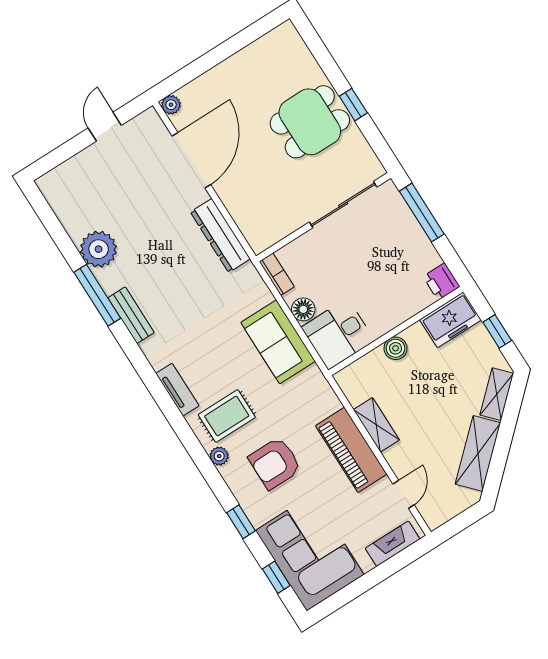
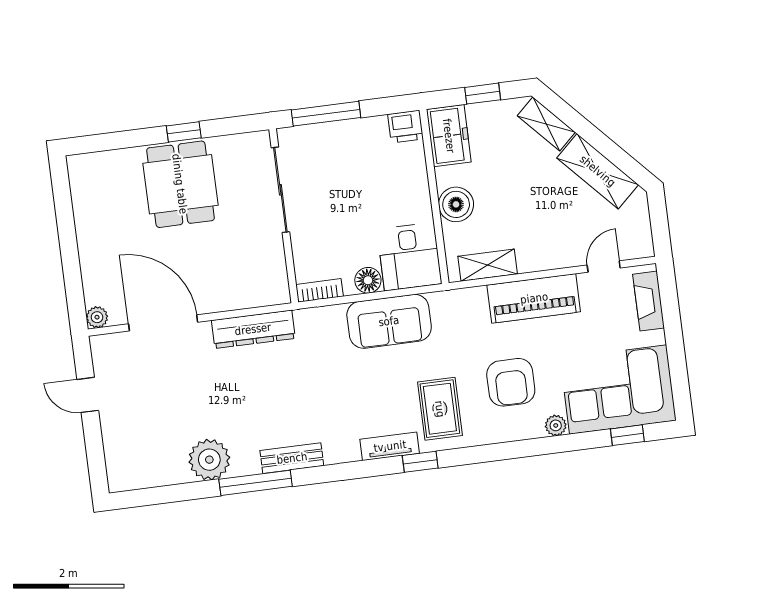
boiler: (396, 348) -> (456, 204), width x1.36, depth x1.36
shelving: (376, 425) -> (488, 265), moved
plant: (219, 456) -> (556, 425), moved
door: (403, 494) -> (604, 267), hinge flipped
window: (241, 522) -> (420, 462), moved

